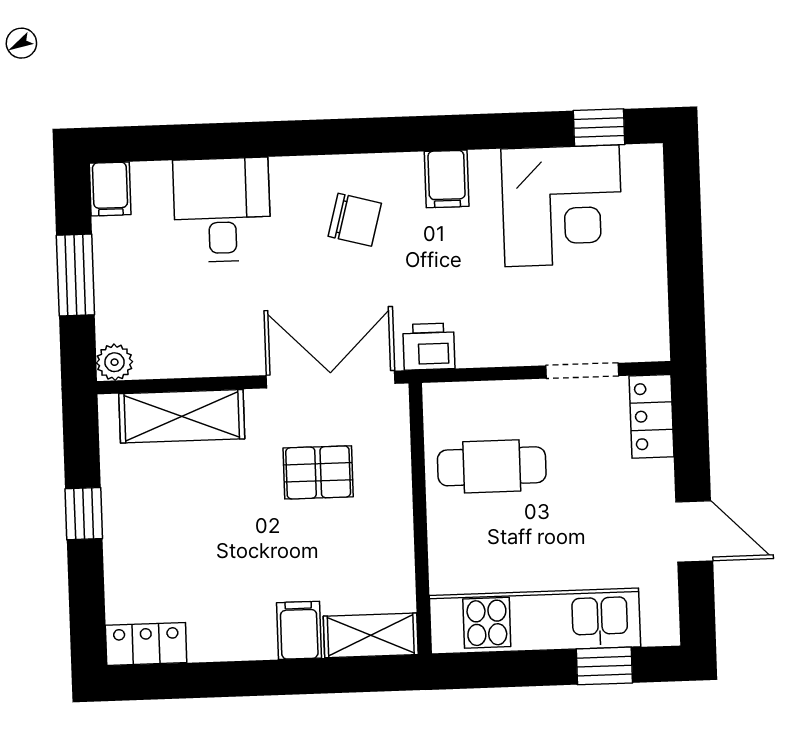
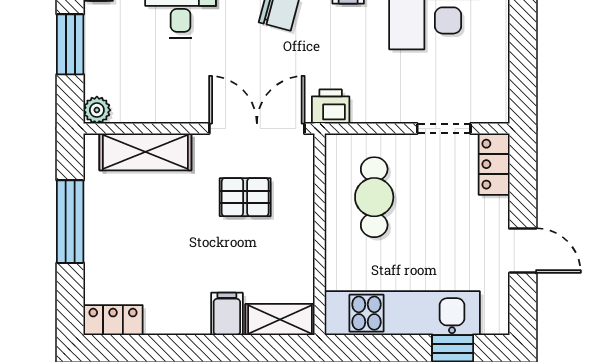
cafe table: (492, 466) -> (374, 197), turned 90
window: (84, 514) -> (70, 222), width x2.17

